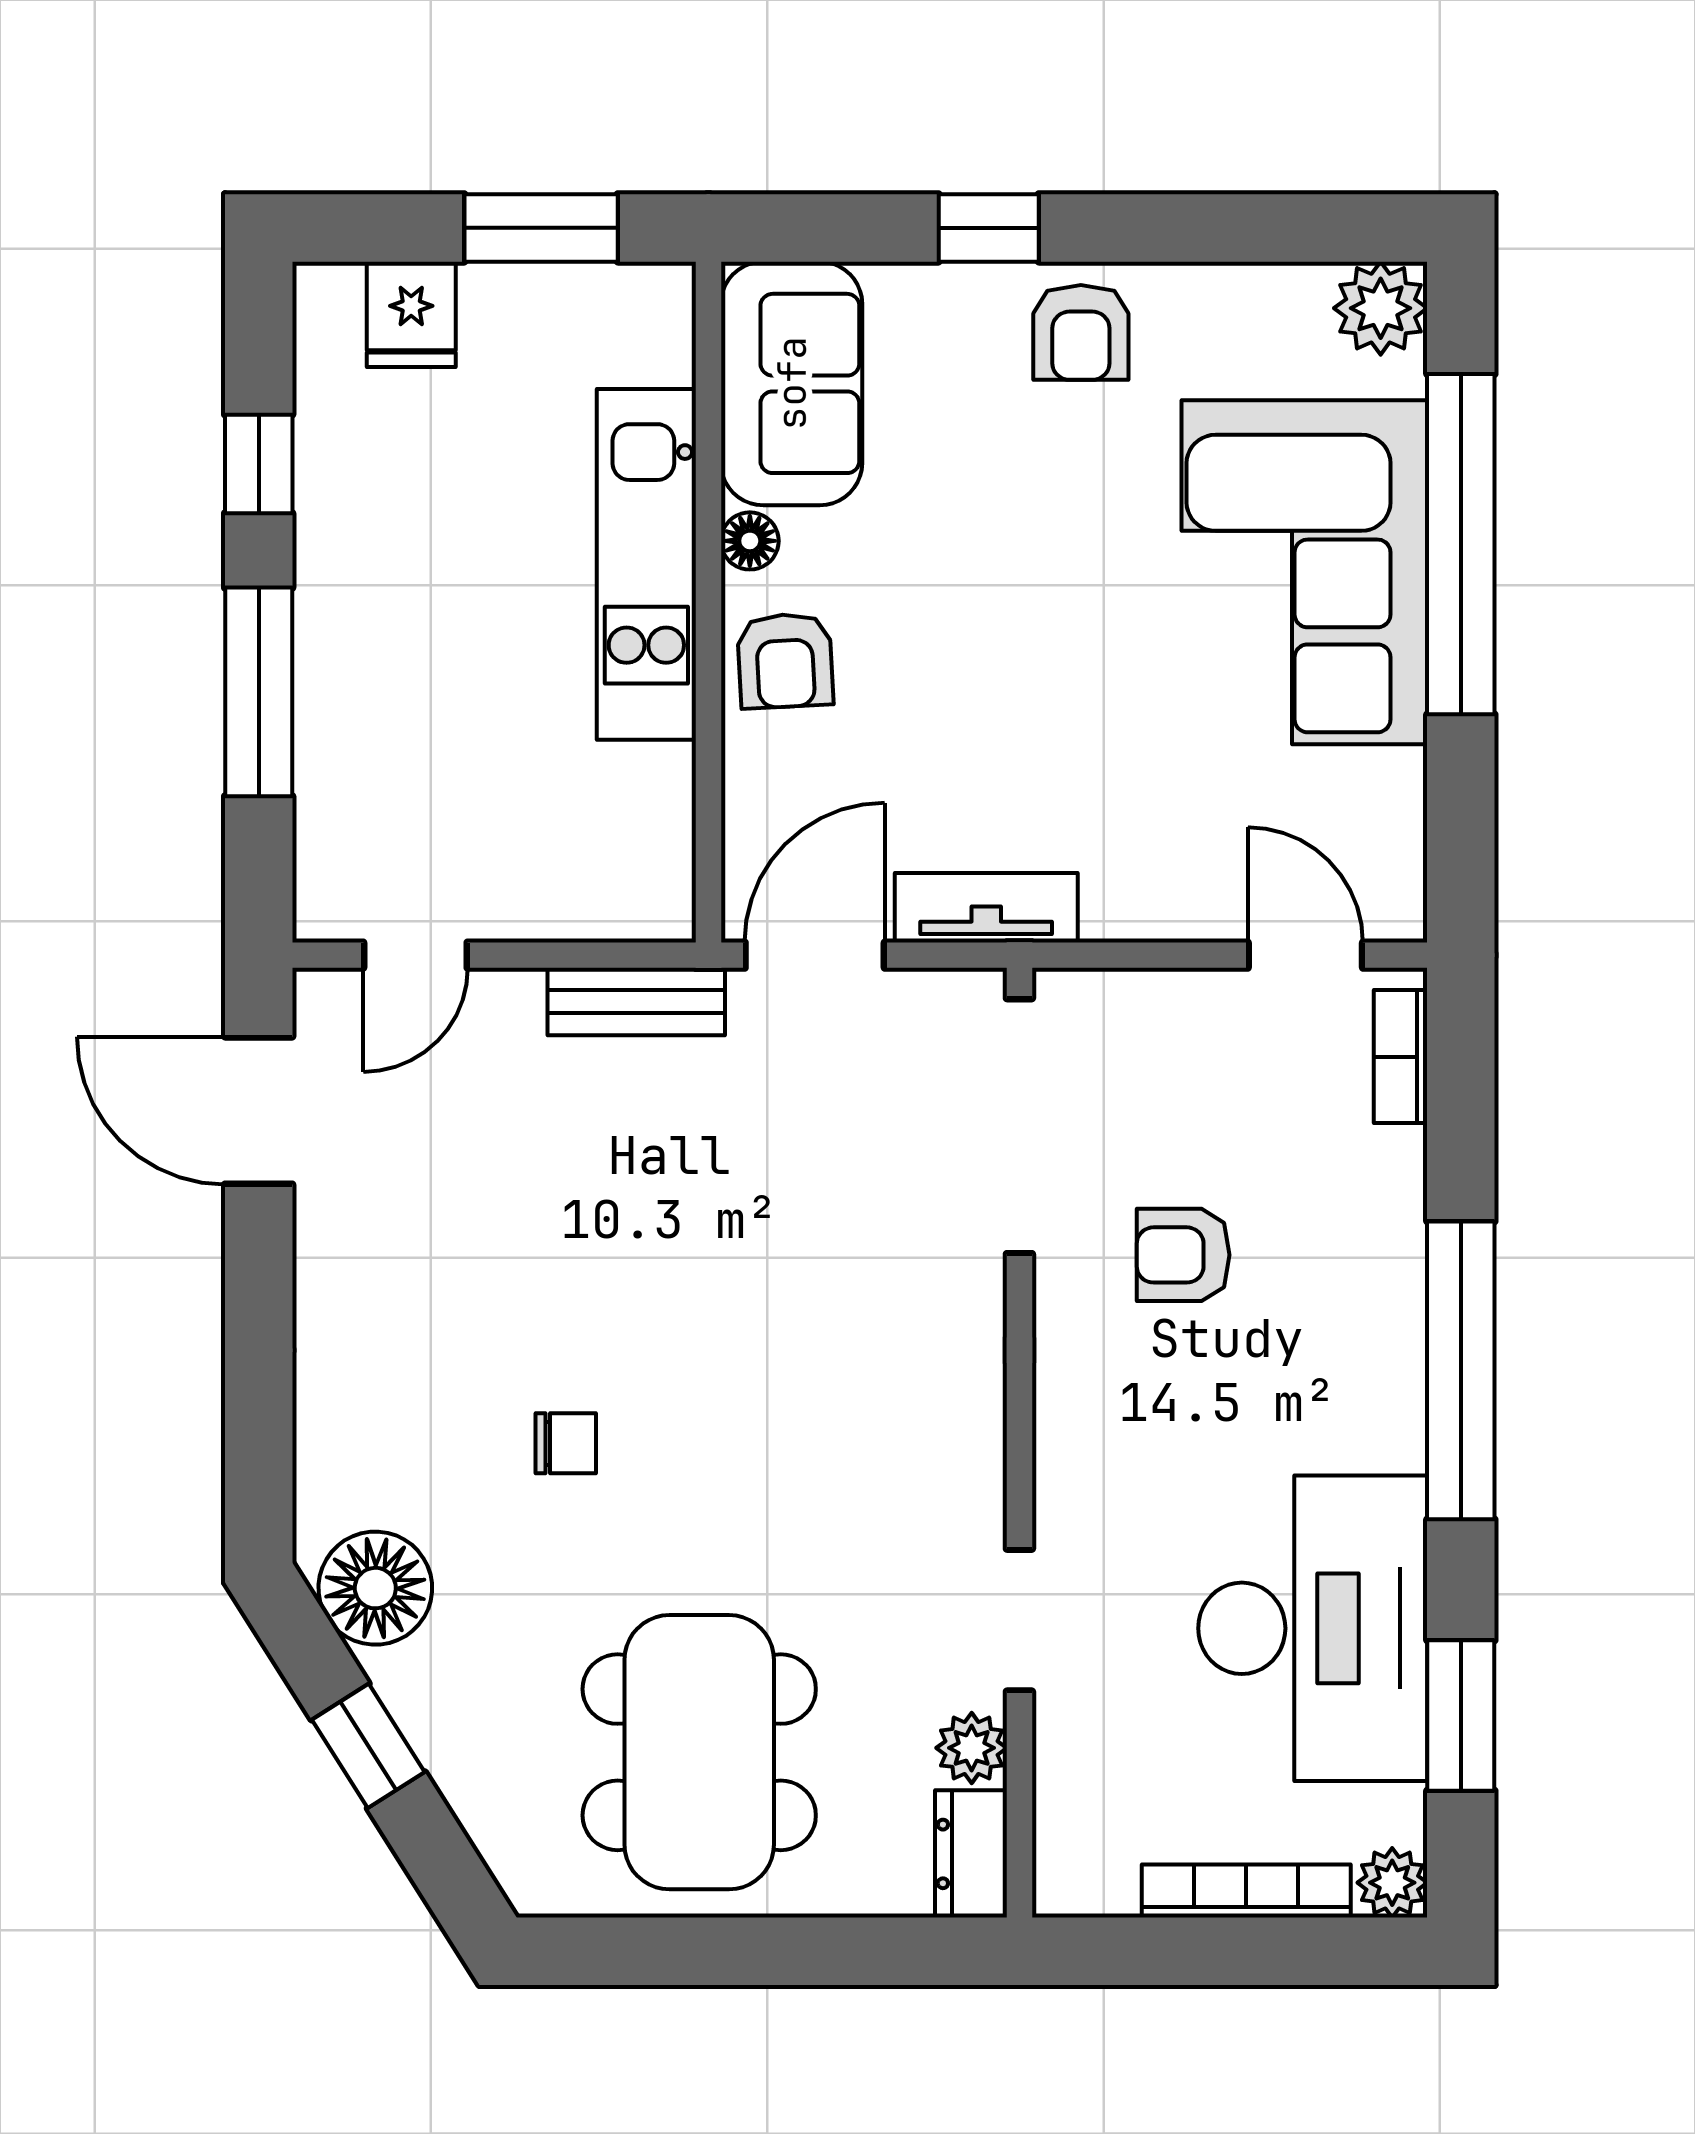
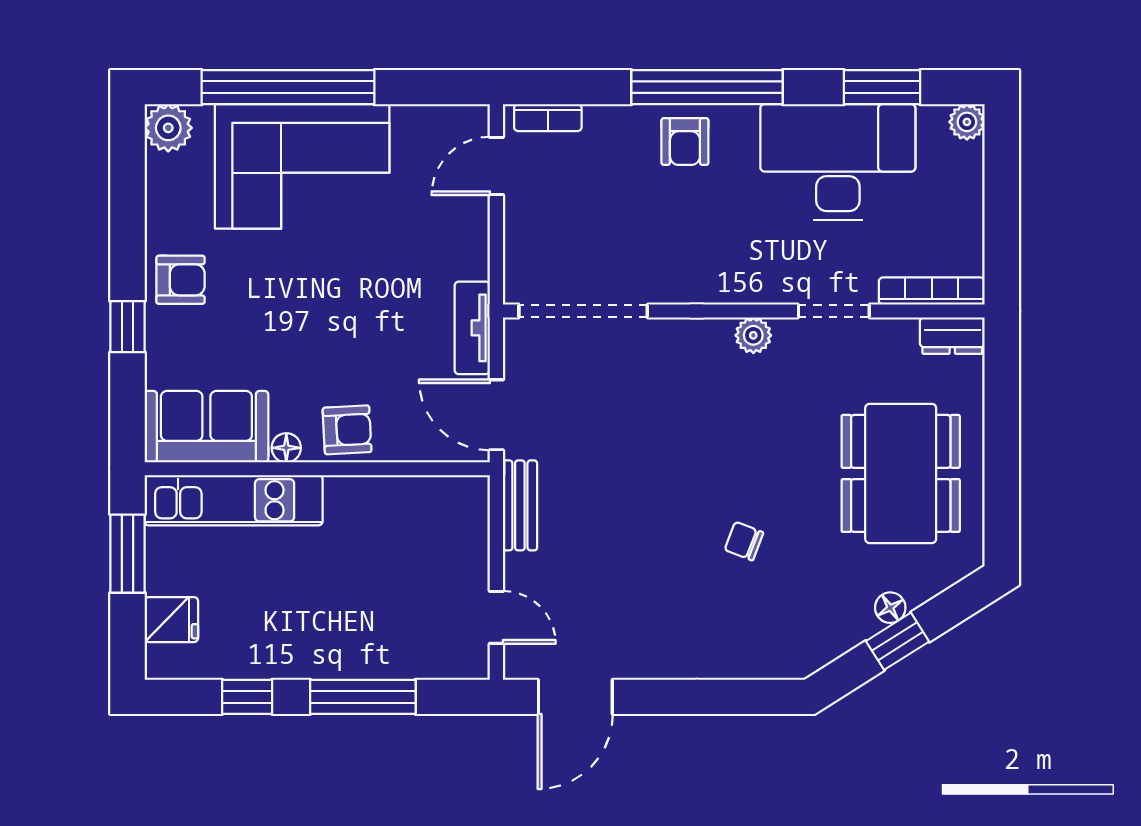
kitchen unit: (646, 564) -> (234, 500), moved
armchair: (1183, 1255) -> (685, 142), moved
chair: (566, 1443) -> (744, 541), turned -69
floor lamp: (375, 1588) -> (890, 608), moved, width x0.53, depth x0.53
plant: (972, 1748) -> (753, 335), moved
dining table: (699, 1752) -> (901, 473), turned 90
bookcase: (1246, 1891) -> (932, 291), moved, turned 90

